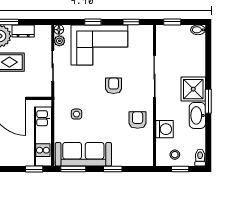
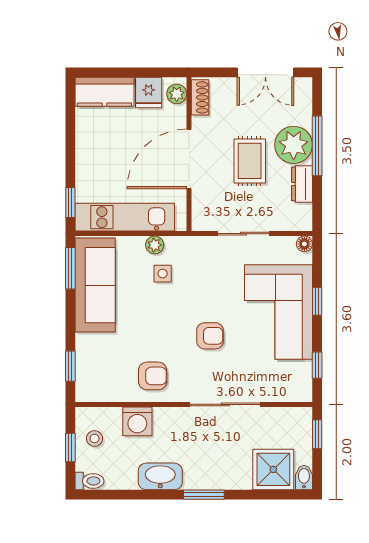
plant: (59, 41) -> (155, 245), moved
shower: (193, 89) -> (273, 469), moved
window: (208, 101) -> (204, 495), moved
window: (113, 169) -> (70, 366), moved

